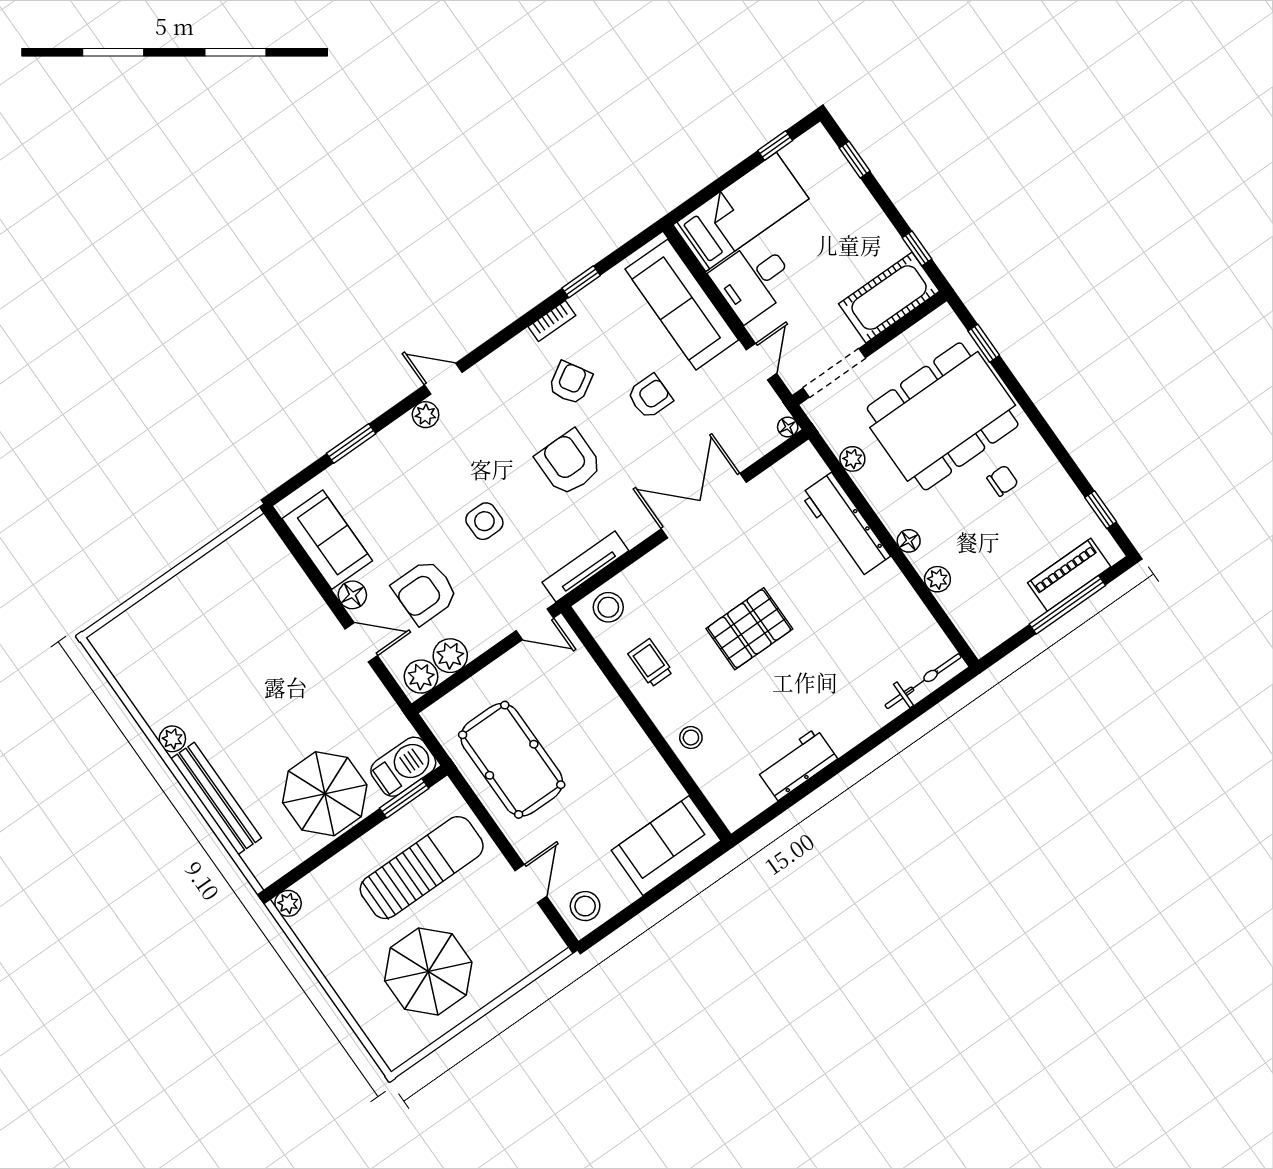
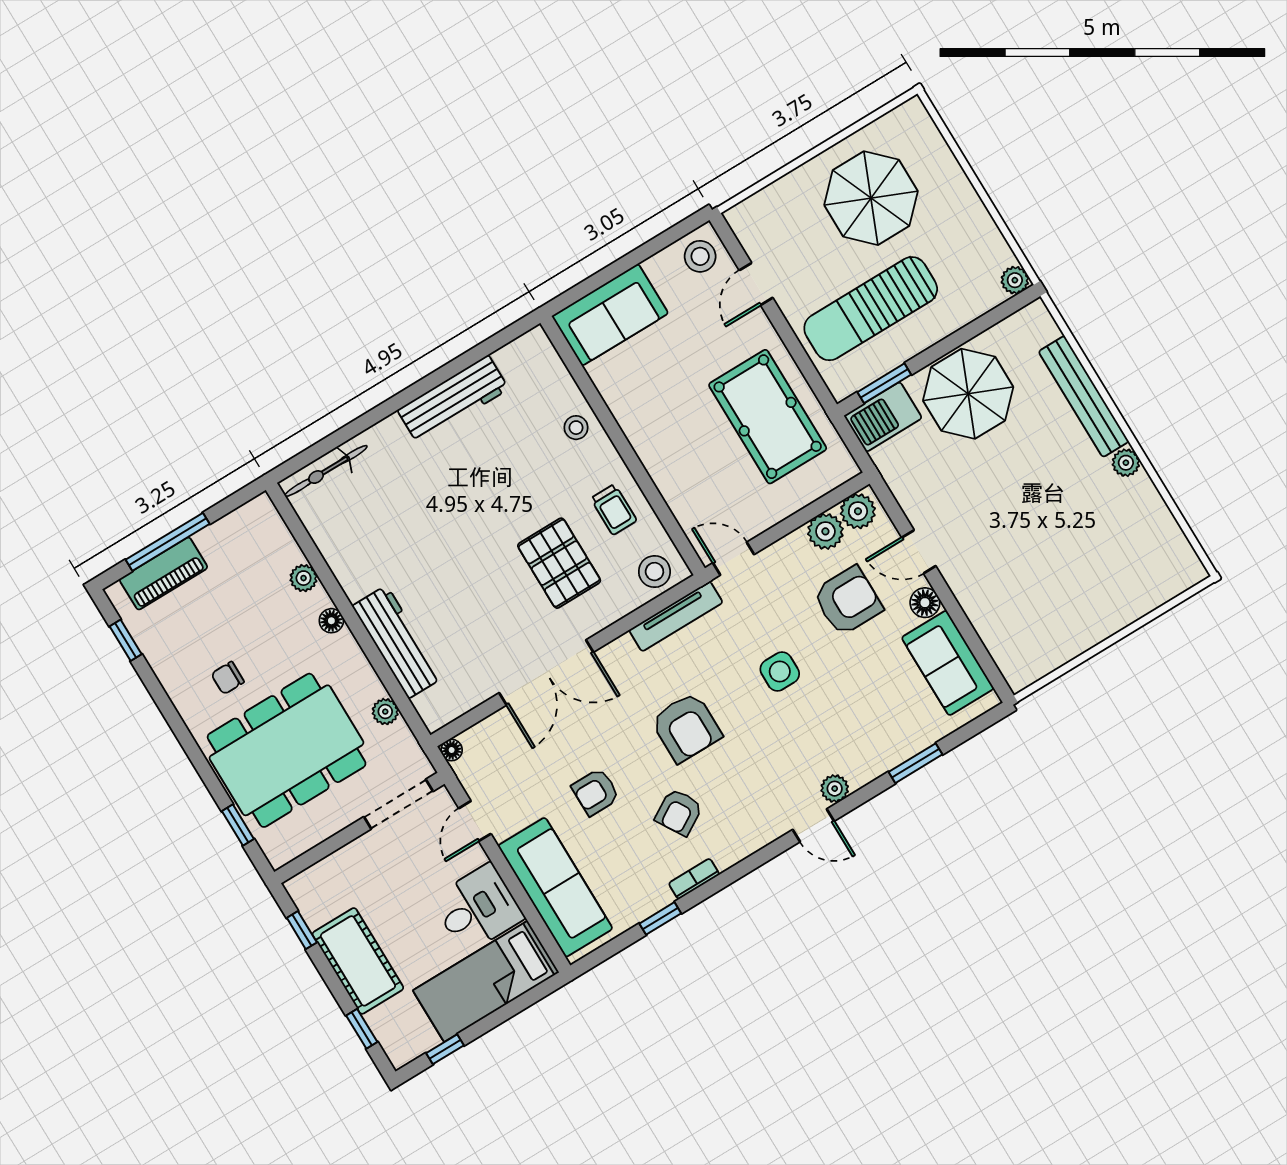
cot: (889, 298) -> (358, 961), moved, turned 90
pallet: (749, 629) -> (559, 563), moved, turned 90
workbench: (797, 764) -> (453, 399), width x1.38

